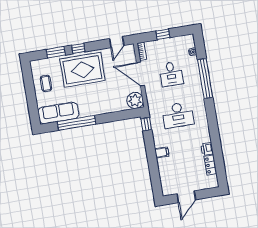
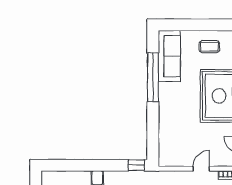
door: (141, 74) -> (201, 169), width x0.53
plant: (135, 100) -> (169, 156), removed

